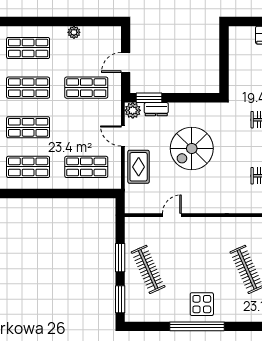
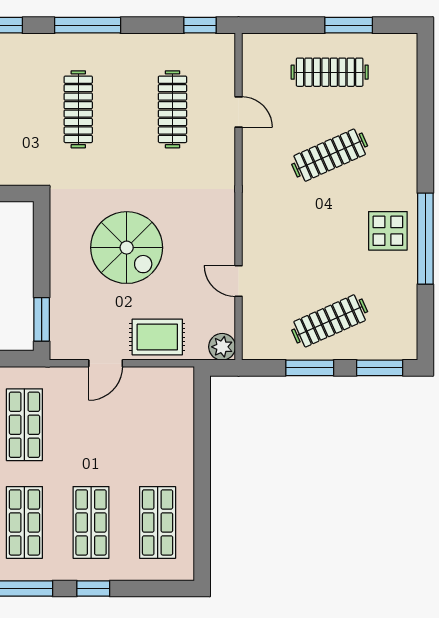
dresser: (156, 109) -> (61, 307), removed
plant: (133, 110) -> (222, 347), moved
shop shelf: (86, 167) -> (158, 425), removed

